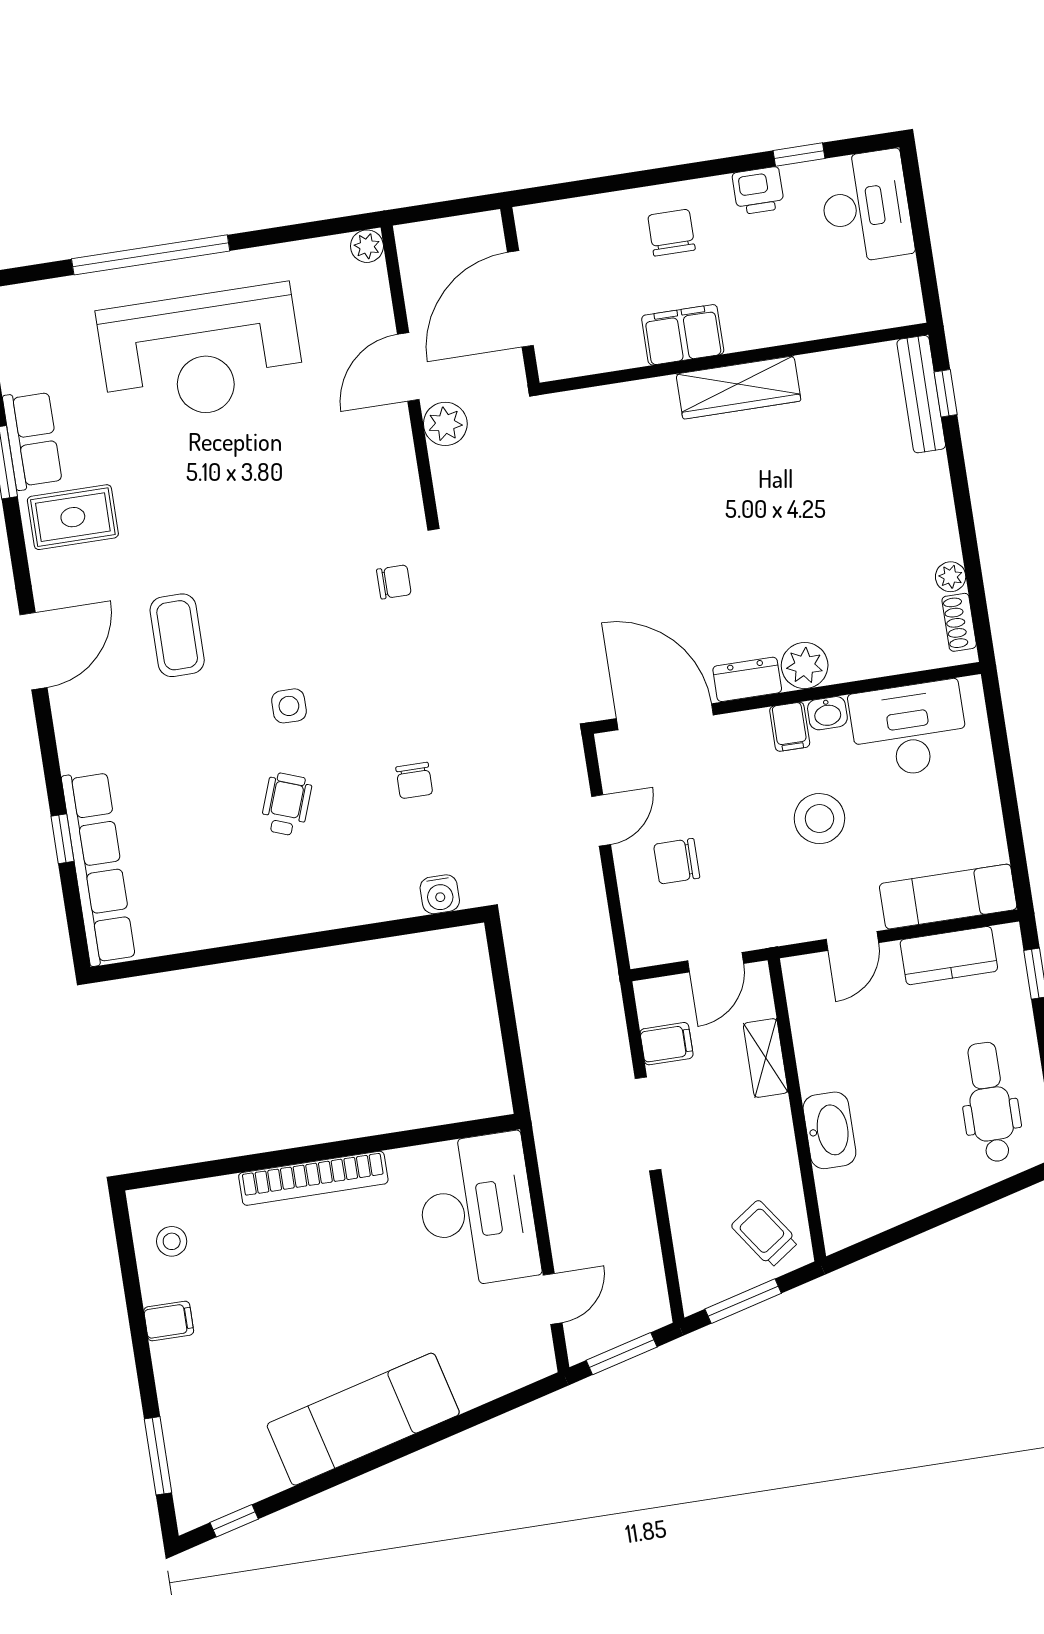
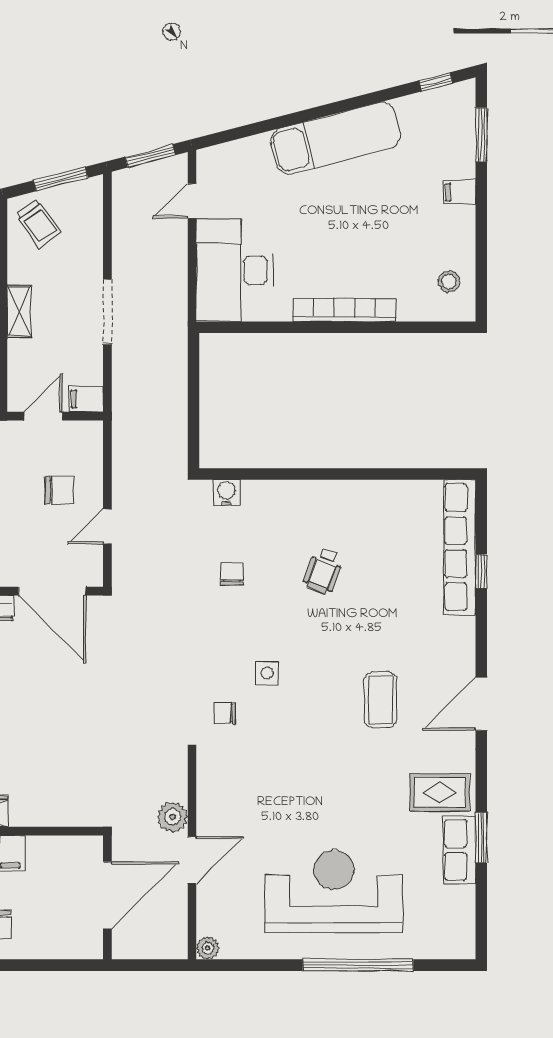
side table: (289, 706) -> (267, 673), moved
filing cabinet: (667, 1044) -> (86, 399), moved
shelving: (766, 1058) -> (19, 311), moved
filing cabinet: (169, 1321) -> (460, 192), moved

